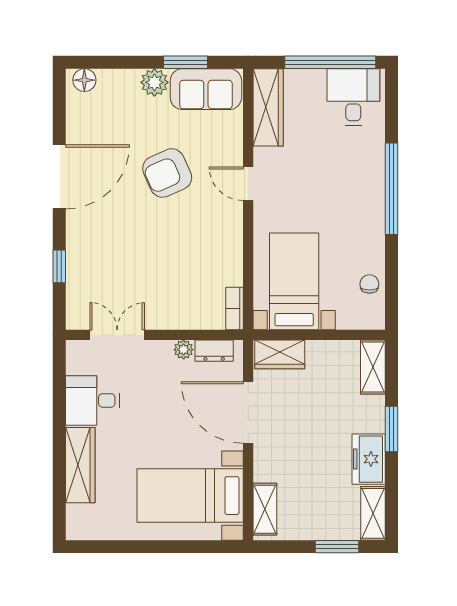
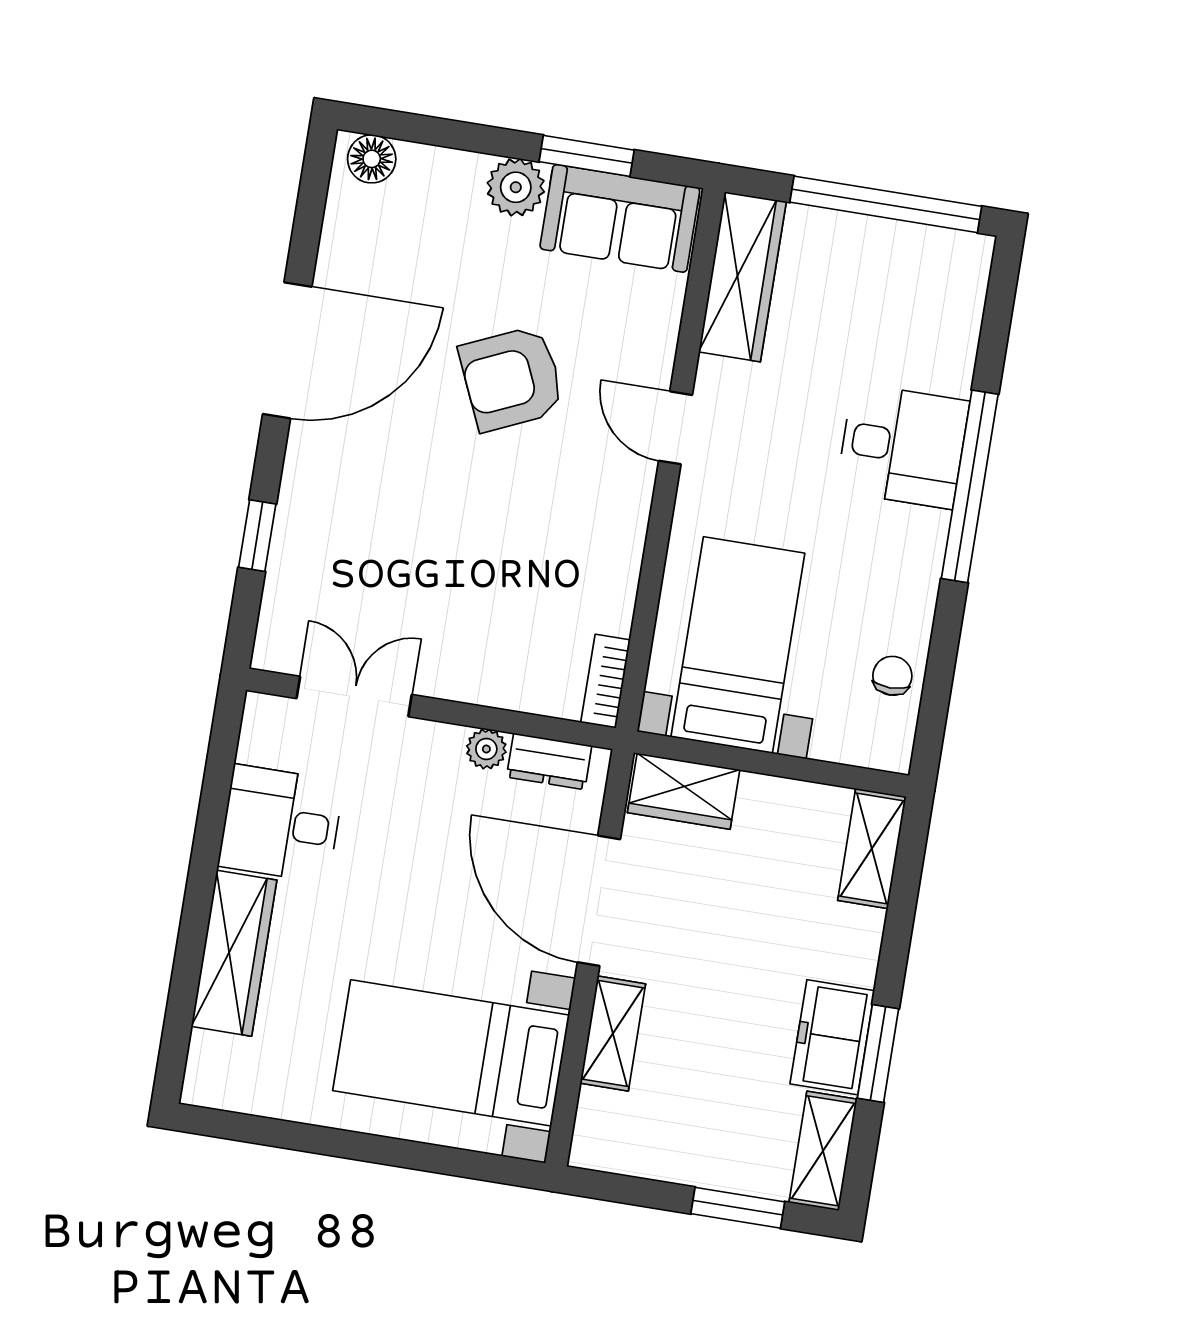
desk: (353, 97) -> (903, 446), moved, turned 90
window: (391, 429) -> (878, 1053), moved
shelving: (265, 509) -> (613, 1033), moved

